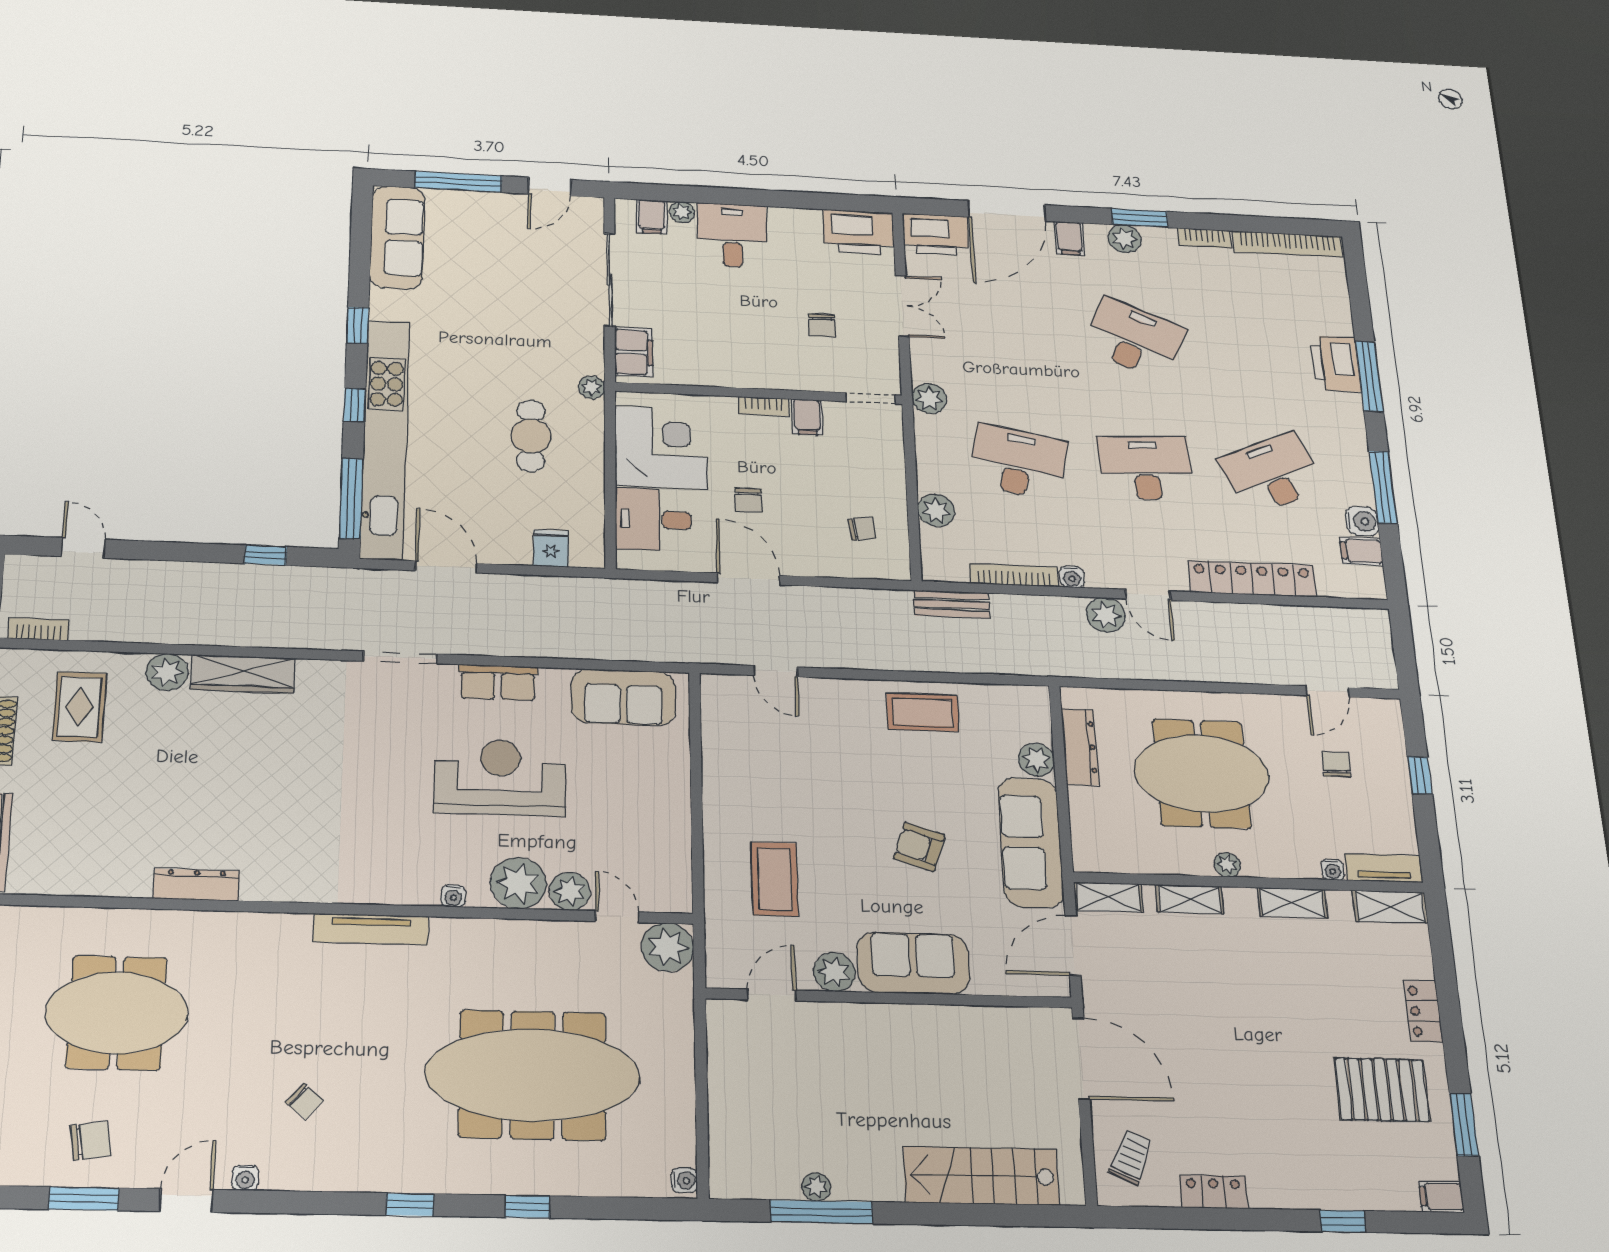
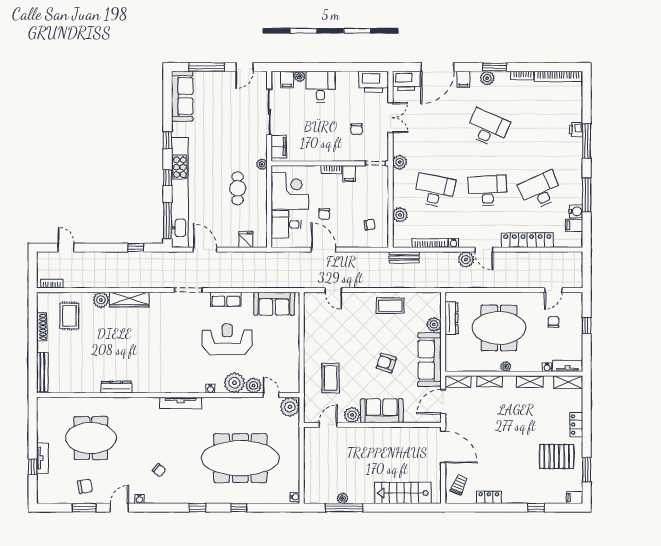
printer: (1336, 364) -> (576, 129), width x0.53, depth x0.68

